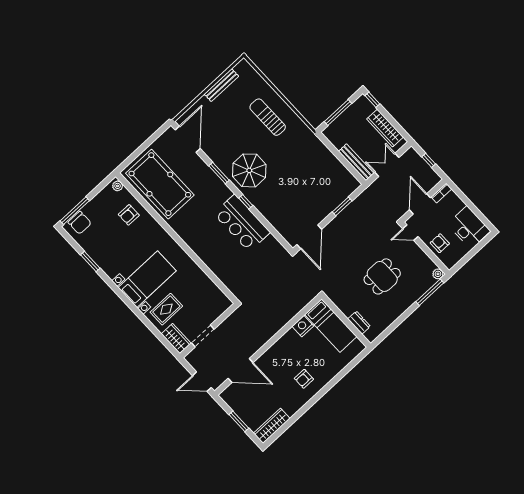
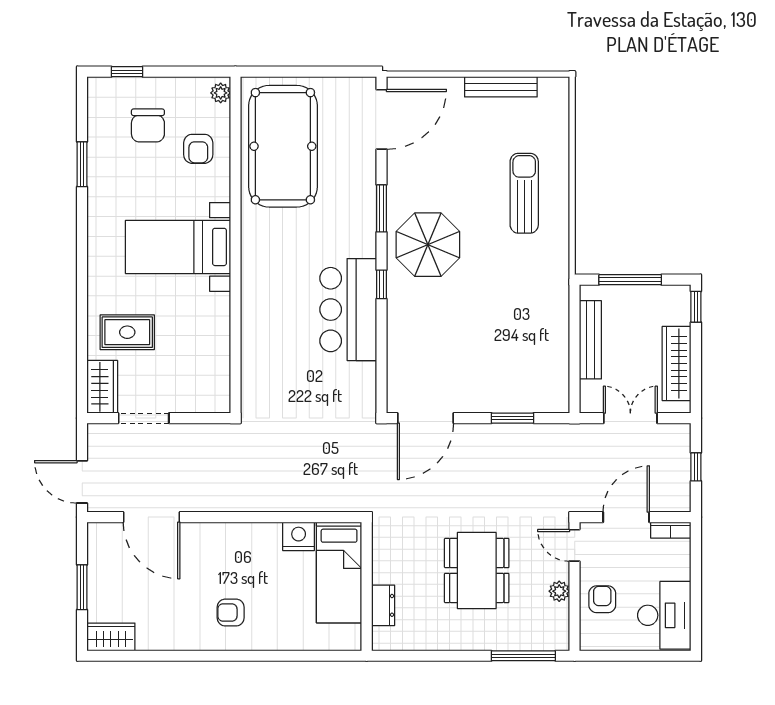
bench: (356, 162) -> (590, 340), moved
window: (75, 211) -> (127, 72), width x0.46
armchair: (129, 215) -> (198, 149), turned -90
chair: (80, 223) -> (148, 125), moved
plant: (438, 274) -> (559, 591), moved
dining table: (382, 276) -> (477, 570), width x1.38
bed with nightstands: (147, 279) -> (178, 247), moved, turned 180
wardrobe: (272, 426) -> (111, 637), width x0.67

